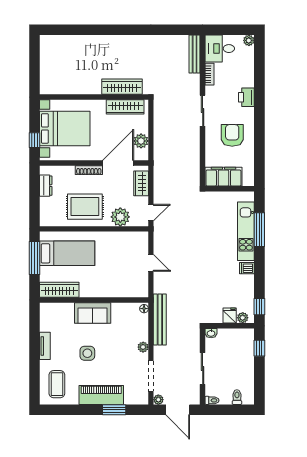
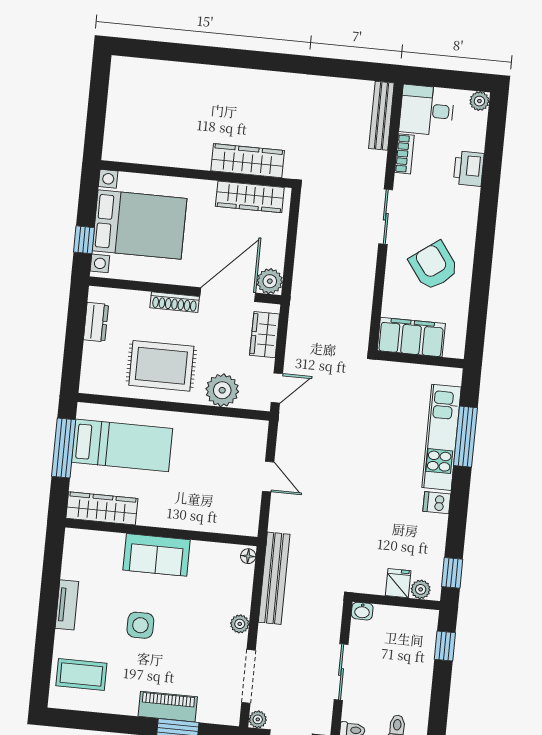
printer: (246, 97) -> (469, 169), moved
armchair: (232, 135) -> (434, 266), turned -36
plant: (141, 141) -> (270, 281), moved
coffee table: (57, 384) -> (81, 674), turned 90
piano: (101, 395) -> (168, 707), width x0.73, depth x0.75

